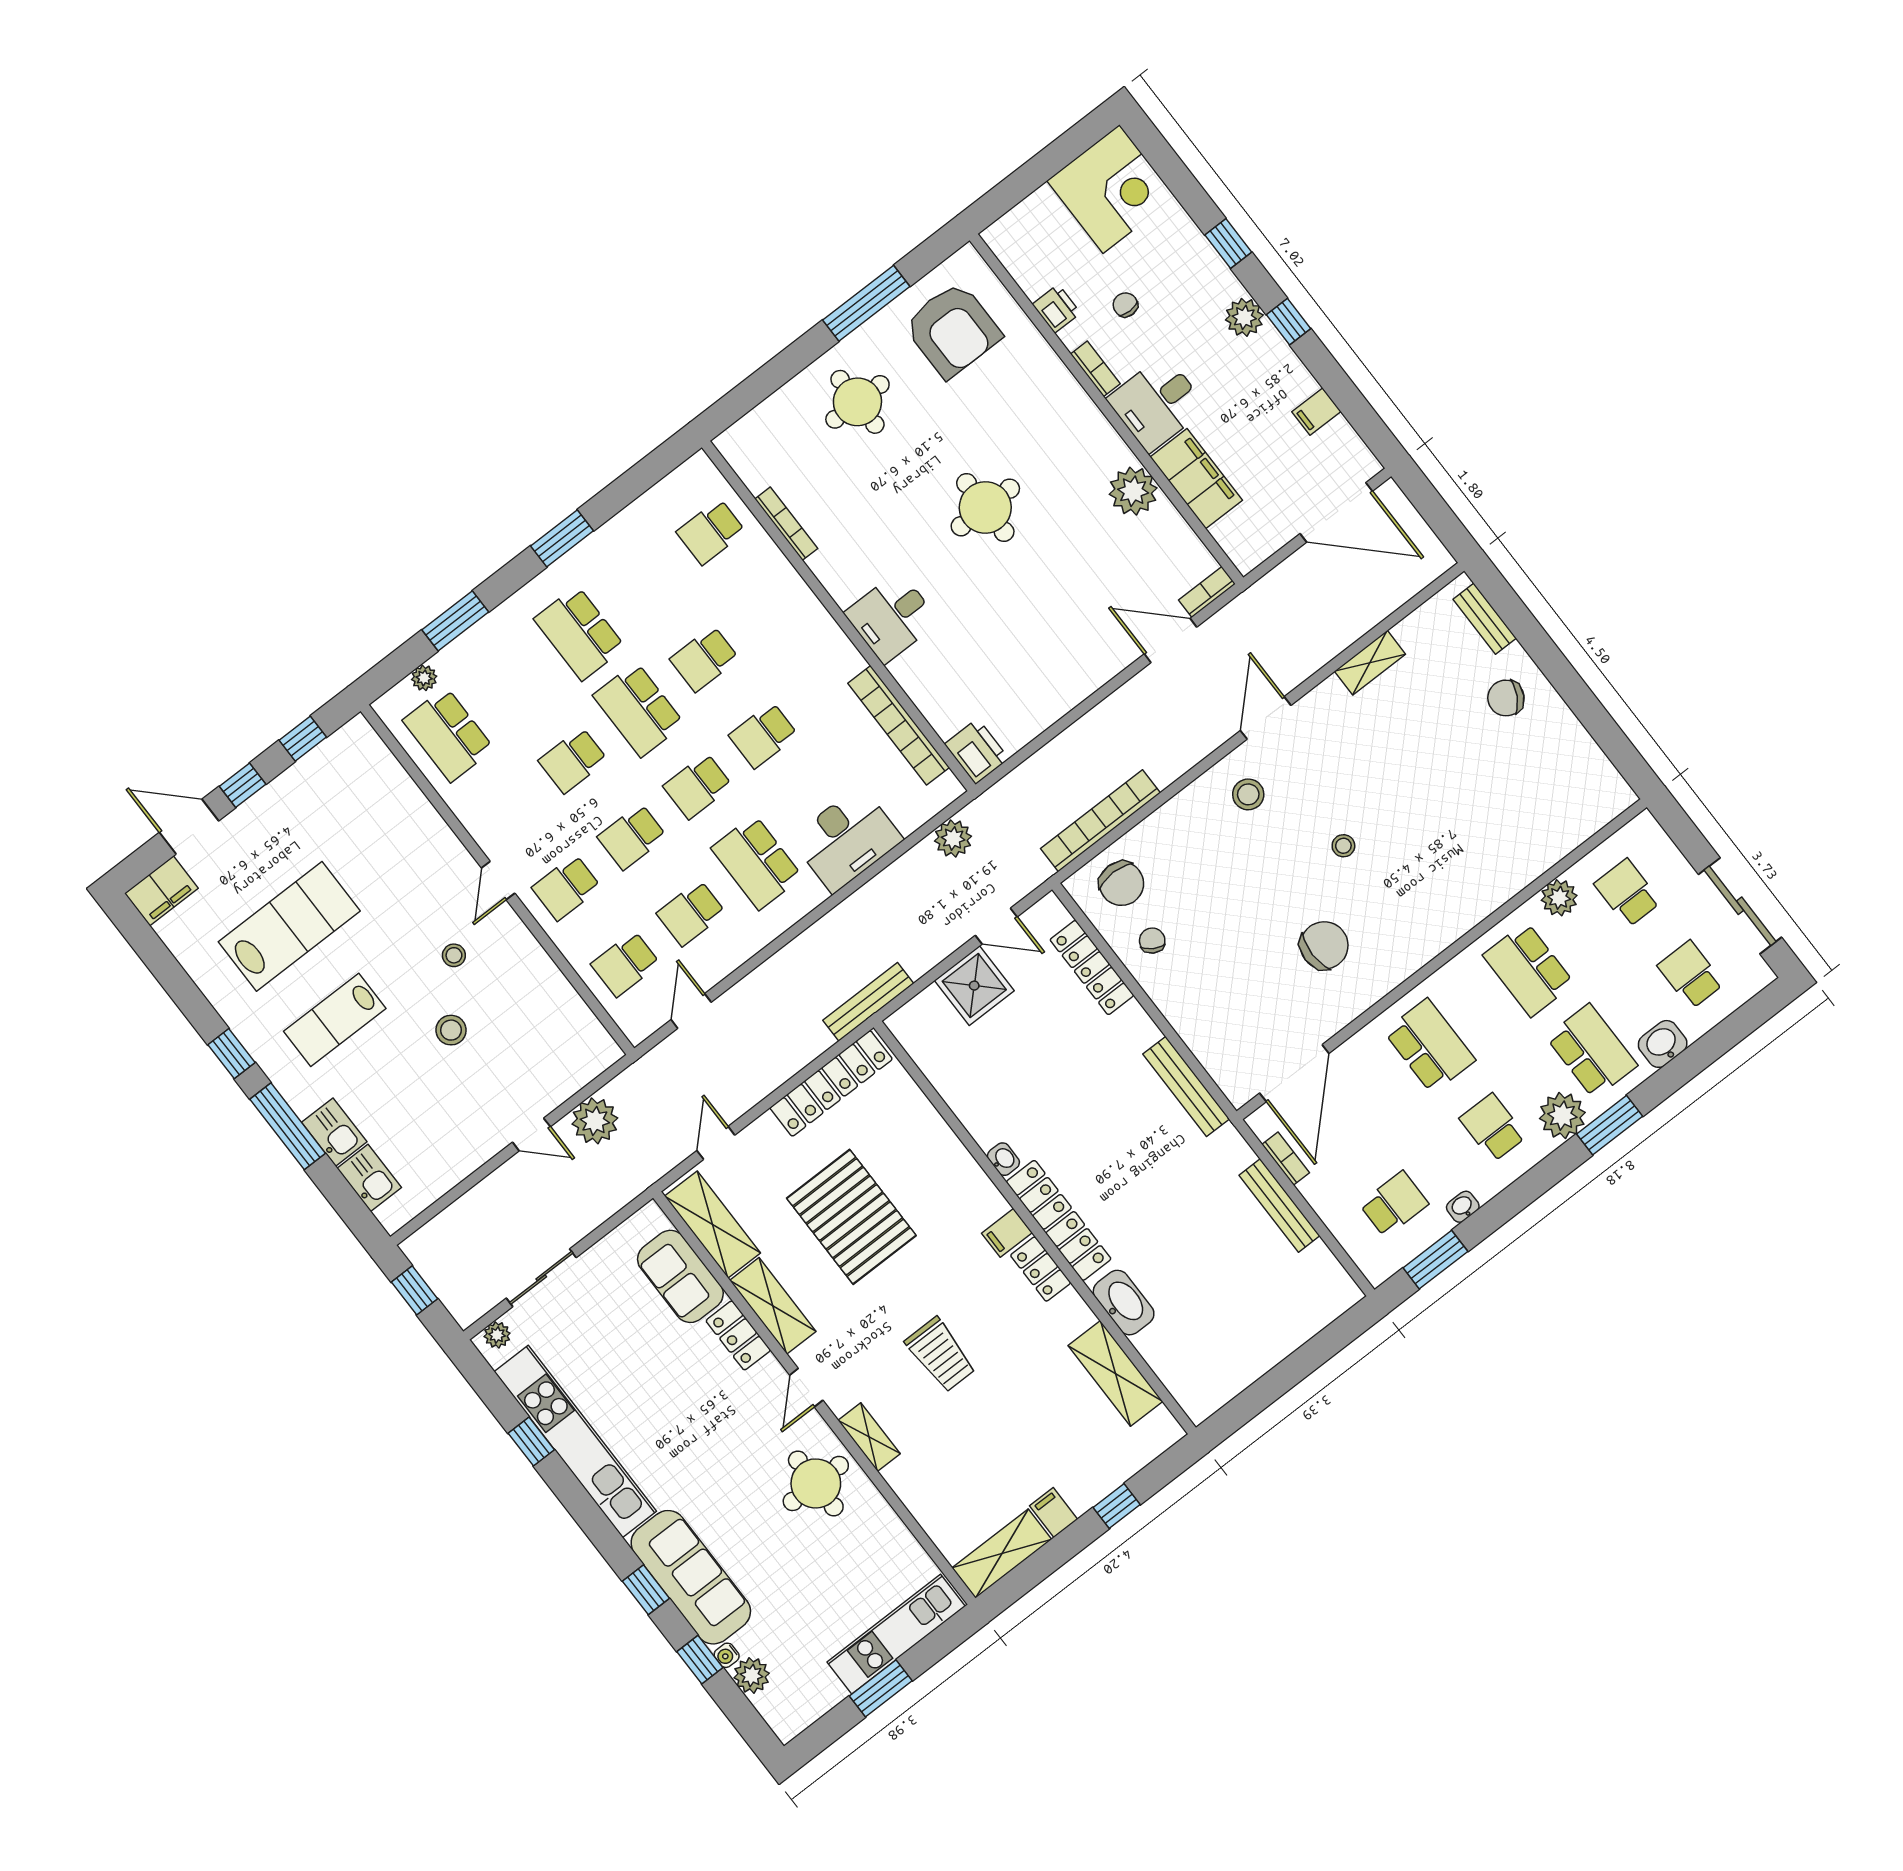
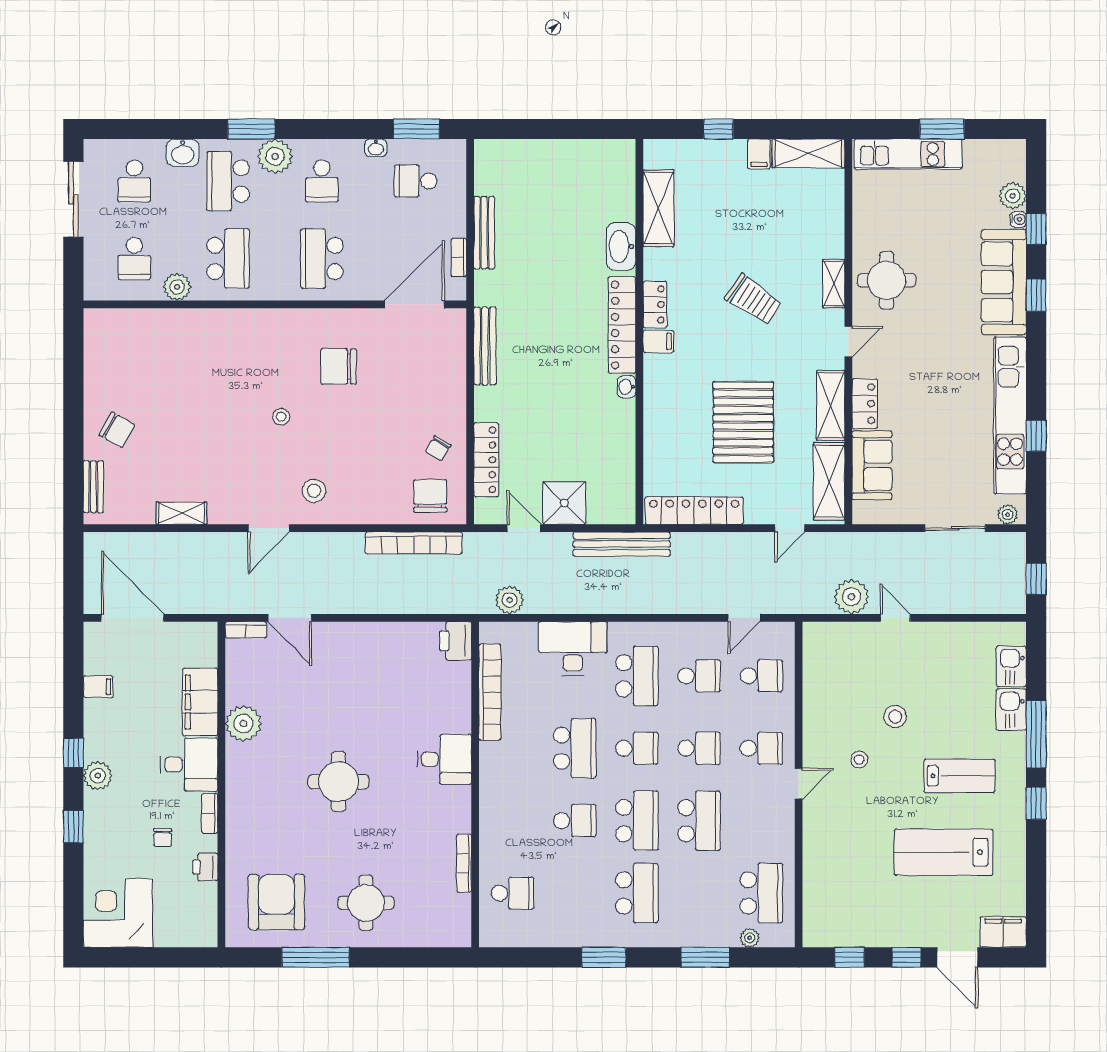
school desk: (763, 735) -> (575, 748), width x1.85
school desk: (573, 760) -> (699, 821), width x1.85
bench: (868, 1002) -> (622, 544), width x1.37, depth x1.21
trolley: (940, 1355) -> (754, 300), turned 124

